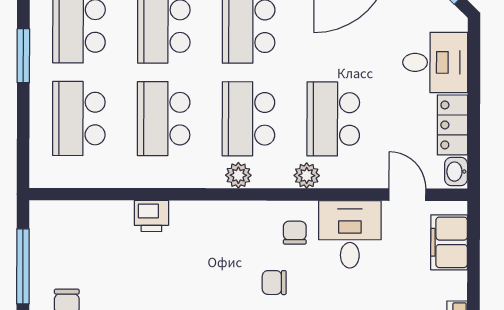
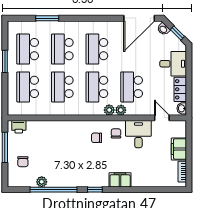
plant: (238, 175) -> (109, 110), moved
printer: (151, 216) -> (19, 127), moved
filing cabinet: (449, 242) -> (179, 149), moved
chair: (274, 283) -> (97, 138), moved

